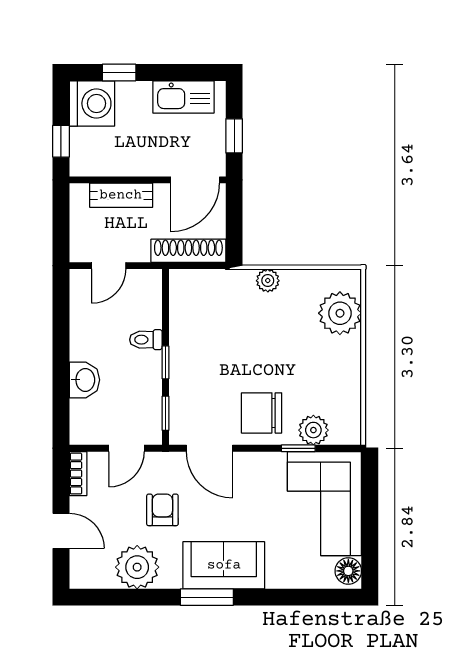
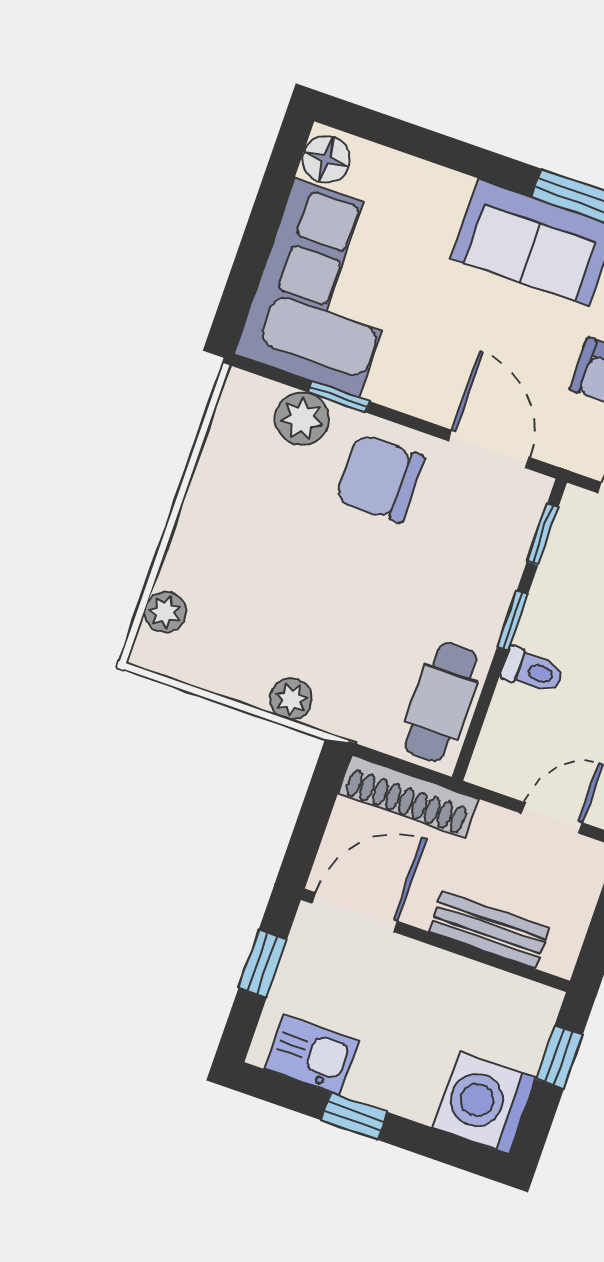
window: (119, 73) -> (354, 1116), moved
kitchen sink: (183, 97) -> (311, 1055), width x0.73
cafe table: (188, 306) -> (441, 702), added
plant: (340, 313) -> (165, 612), width x0.53, depth x0.53
chair: (262, 413) -> (380, 478), turned 180

